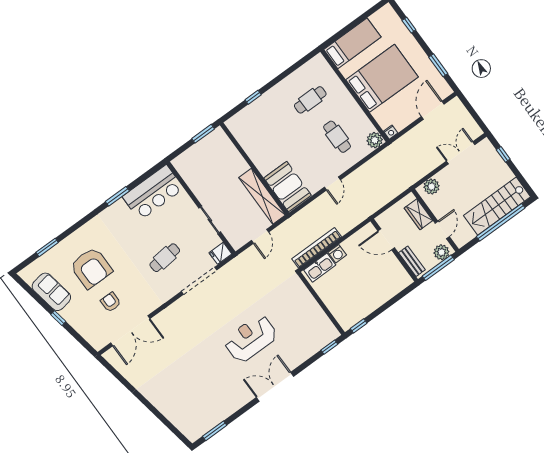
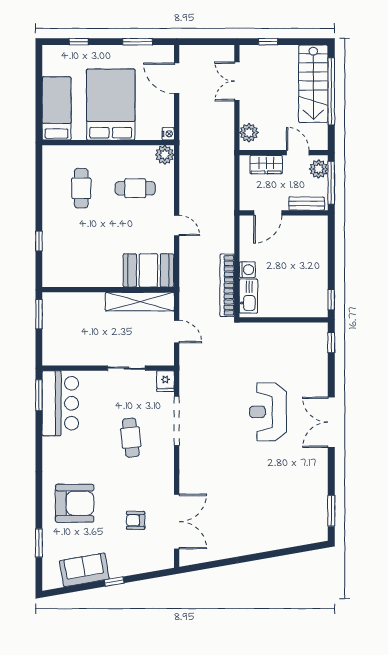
window: (117, 196) -> (39, 395), moved
armchair: (91, 268) -> (75, 503), moved

